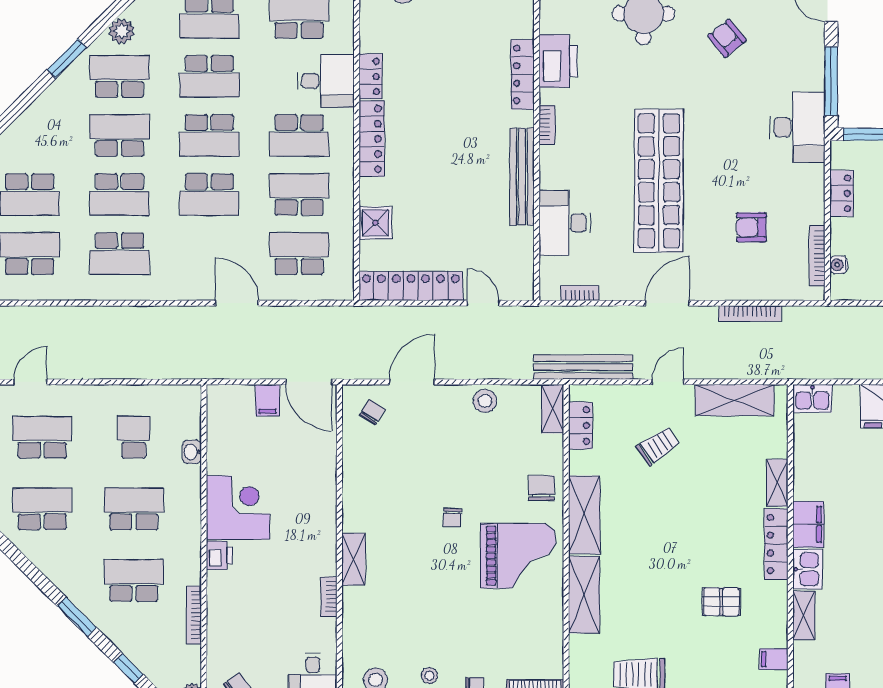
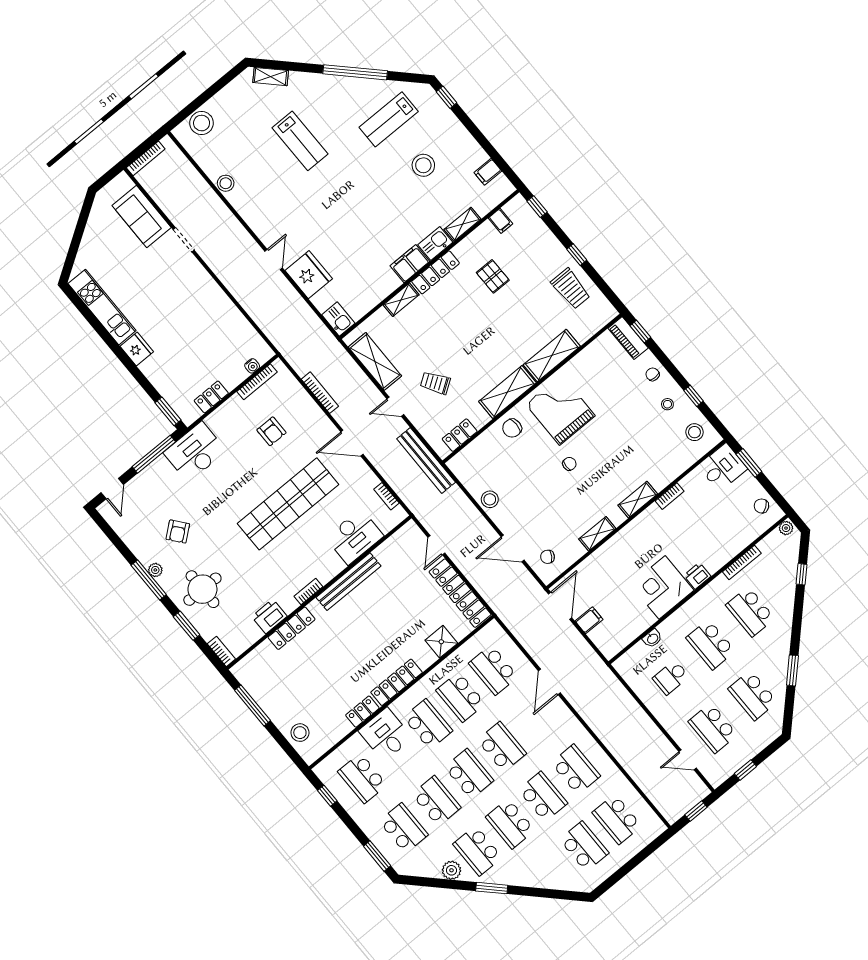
printer: (558, 61) -> (269, 616), width x0.73, depth x0.84
shelving: (553, 409) -> (597, 534), moved
window: (77, 617) -> (792, 670), moved

